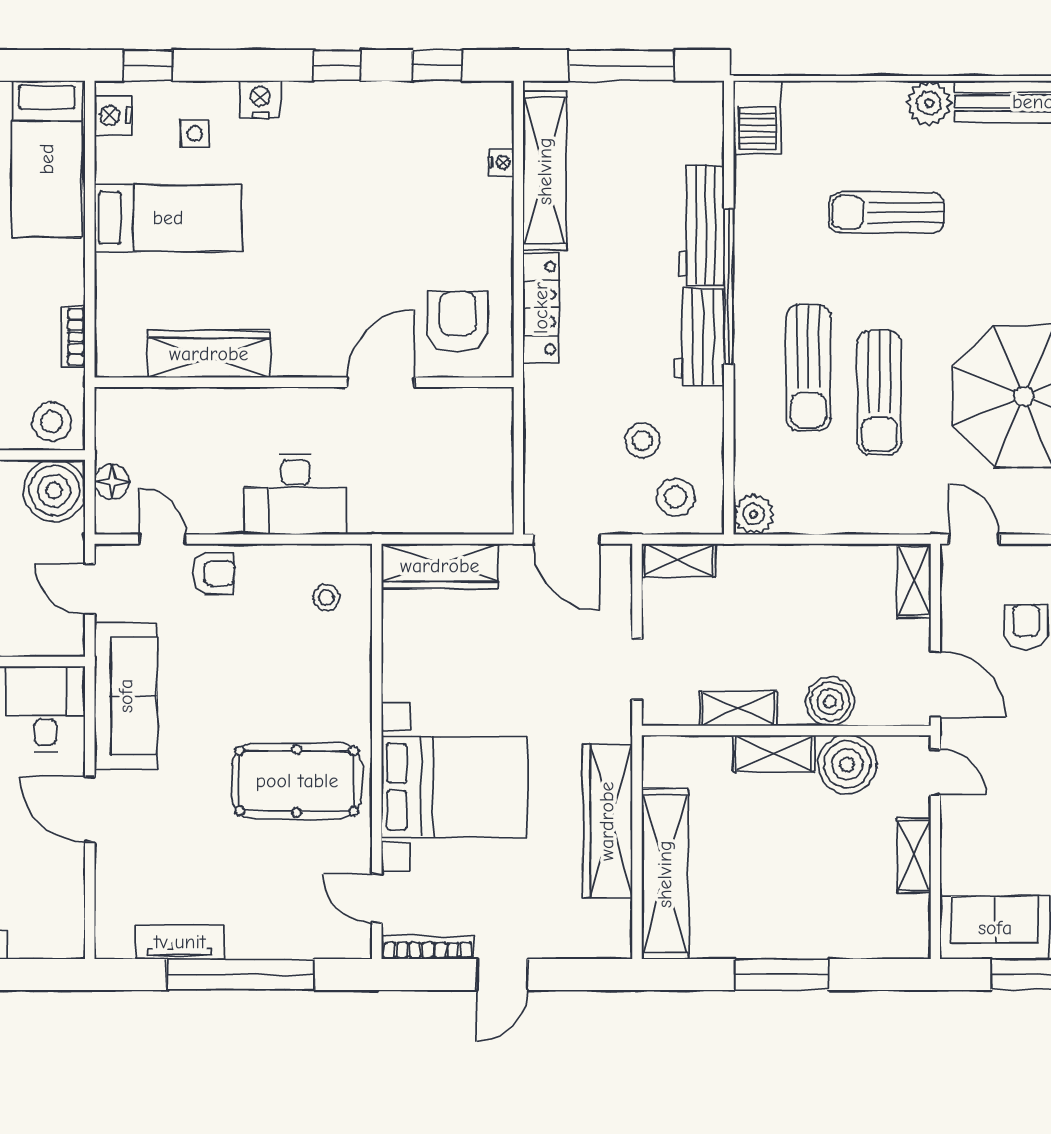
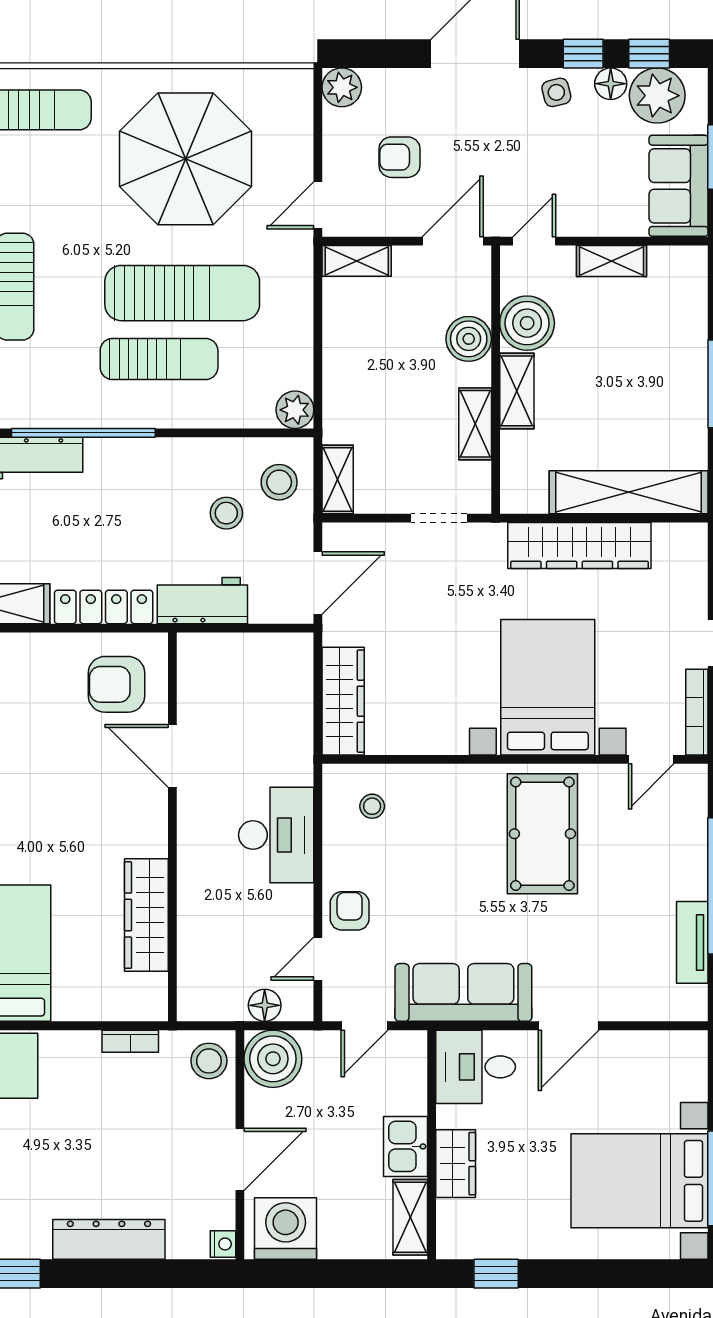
workbench: (699, 337) -> (202, 601), moved, turned 180
sun lounger: (879, 393) -> (182, 293), width x1.36, depth x1.34

